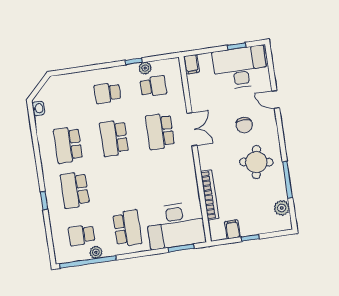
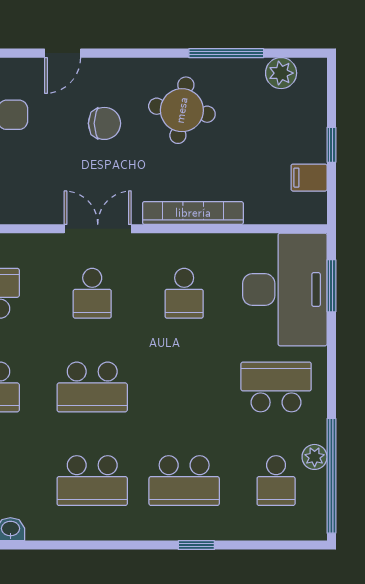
school desk: (160, 131) -> (92, 293), width x0.54
school desk: (167, 176) -> (184, 293), added
bookcase: (210, 195) -> (193, 213), moved

